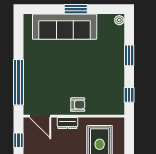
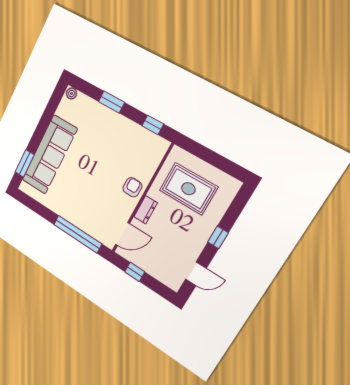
window: (76, 9) -> (25, 163), moved

